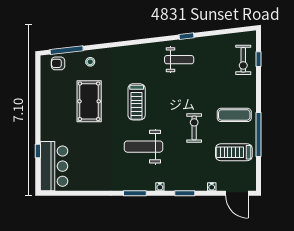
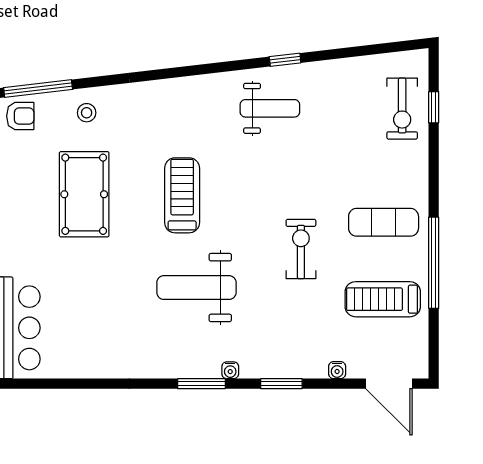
armchair: (58, 63) -> (20, 116), turned 180
treadmill: (137, 102) -> (182, 195), turned 180
window: (135, 193) -> (201, 384), moved

